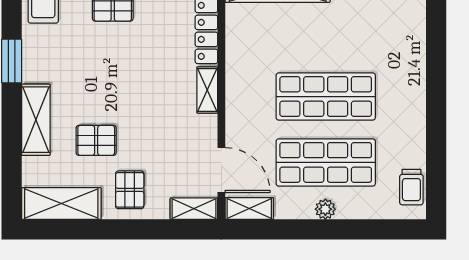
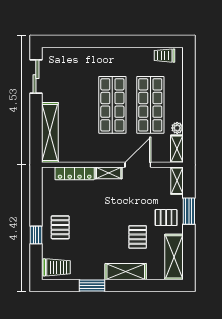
door: (221, 170) -> (138, 165), moved
trolley: (411, 187) -> (165, 56), turned 180
plant: (325, 209) -> (177, 128), moved
window: (141, 229) -> (189, 211), added

